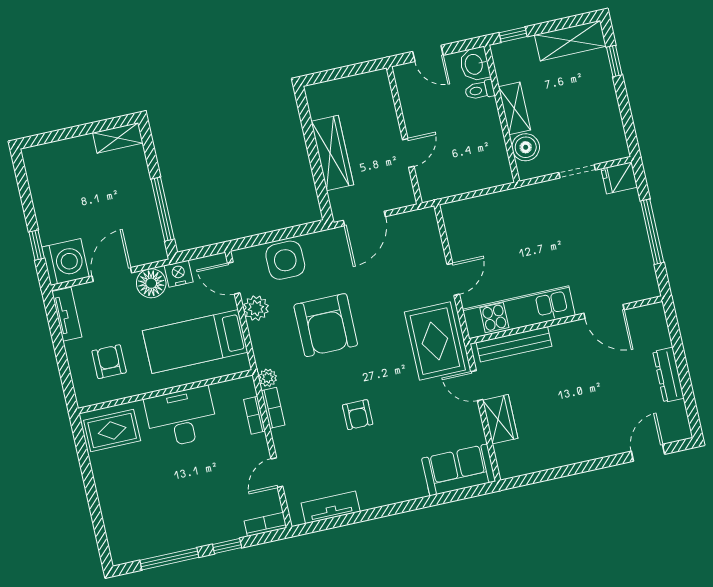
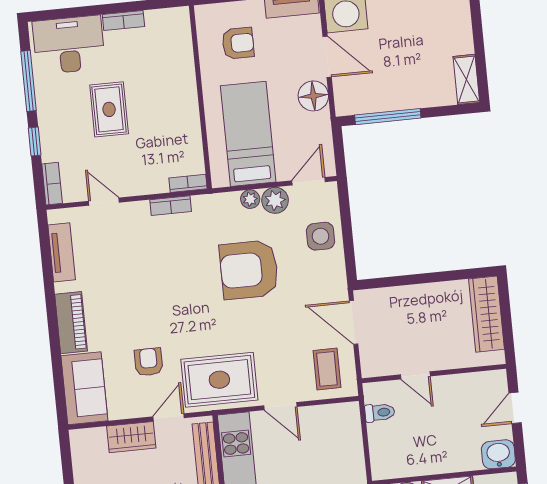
toilet: (480, 90) -> (380, 413), moved, turned 90
wardrobe: (332, 153) -> (486, 314), moved, turned 90
coffee table: (412, 239) -> (327, 369), added
side table: (285, 260) -> (320, 236), width x0.73, depth x0.73
nightstand: (179, 274) -> (320, 125), removed
plant: (268, 378) -> (250, 199), moved
bookcase: (254, 415) -> (188, 183), moved
armchair: (358, 415) -> (149, 362), moved, turned 90
desk: (181, 417) -> (69, 45), moved, turned -90
rug: (112, 430) -> (109, 109), moved
bookcase: (100, 475) -> (123, 20), added
piano: (397, 490) -> (71, 323), added

